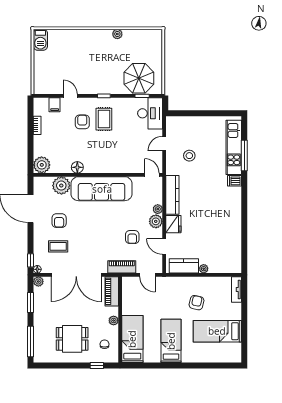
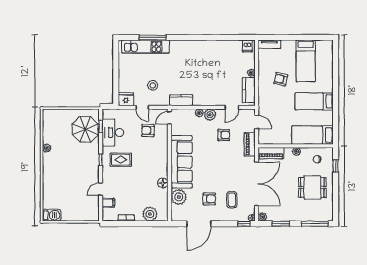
desk: (150, 113) -> (113, 133), moved, turned -90
armchair: (82, 122) -> (148, 130), moved
plant: (42, 165) -> (150, 214), moved
dishwasher: (234, 181) -> (247, 46), moved
kitchen counter: (172, 195) -> (181, 100), width x0.67
fridge: (173, 224) -> (126, 99), moved
door: (147, 275) -> (257, 122), hinge flipped
dining table: (72, 339) -> (312, 188), turned 90

